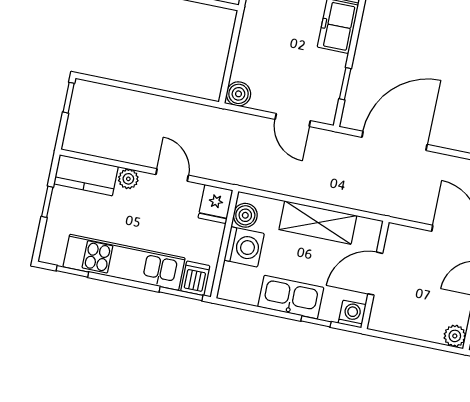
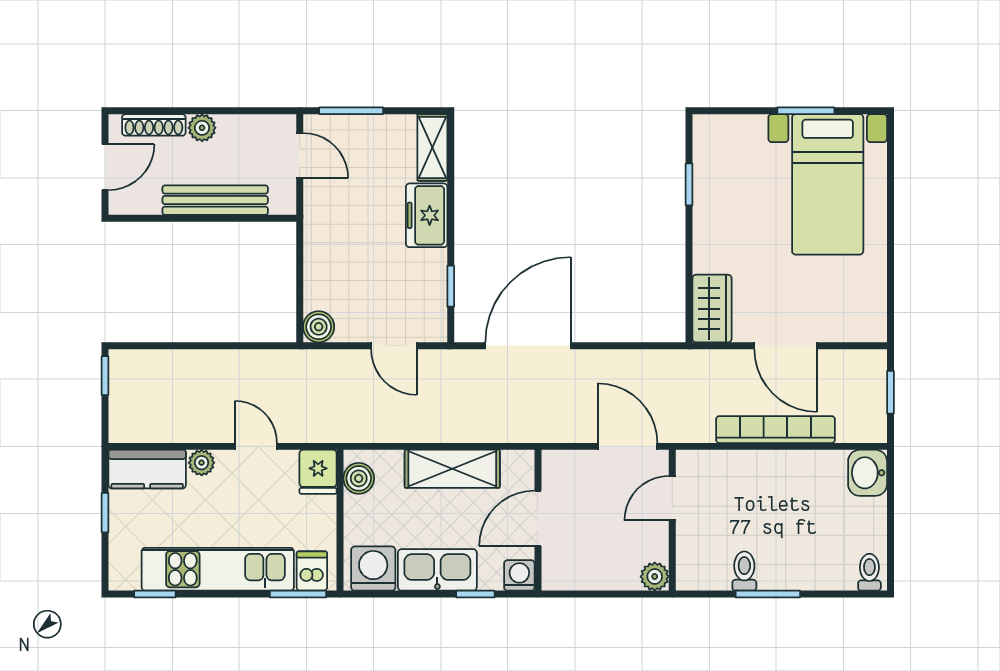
washing machine: (244, 247) -> (373, 569), moved, turned -90

